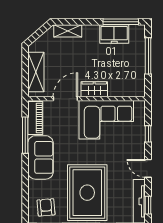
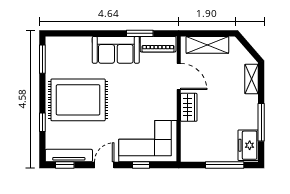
window: (121, 22) -> (261, 122), moved
freezer: (114, 34) -> (248, 145), moved
corner sofa: (106, 120) -> (148, 141), moved, turned 90
window: (25, 135) -> (140, 33), width x0.69
armchair: (46, 207) -> (62, 56), removed

